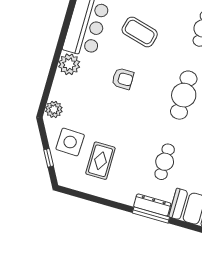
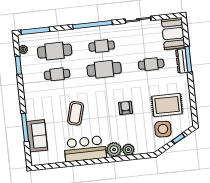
armchair: (123, 79) -> (125, 108), moved
plant: (54, 109) -> (128, 150), moved
rug: (100, 161) -> (167, 105), width x1.36, depth x1.43

